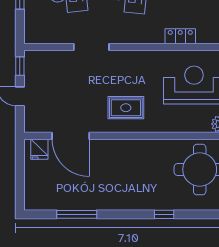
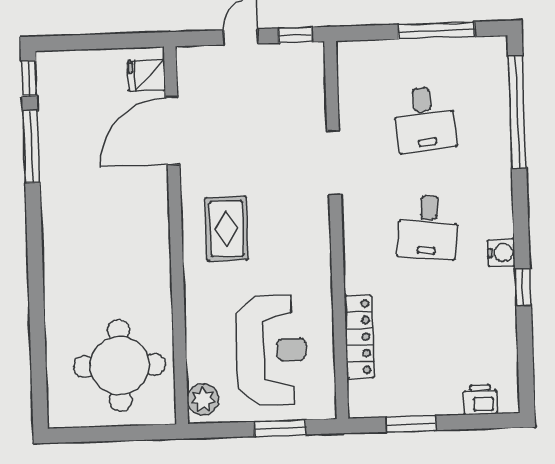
locker: (180, 36) -> (359, 337), width x1.53
window: (164, 214) -> (29, 78), moved

